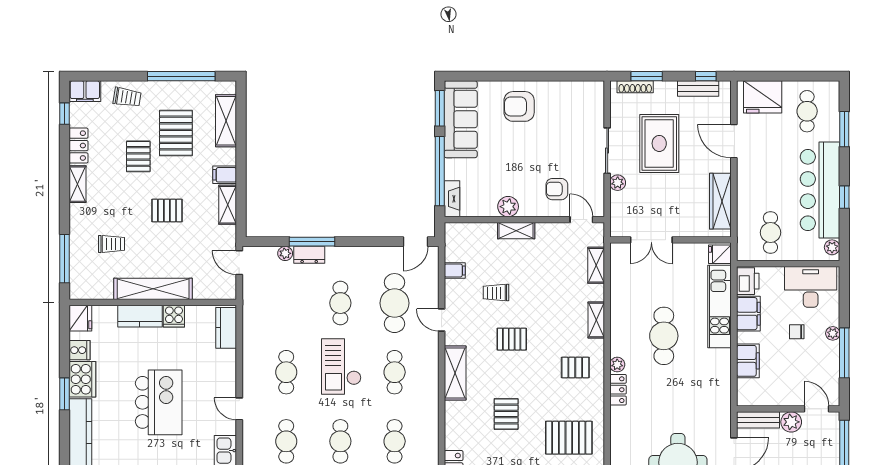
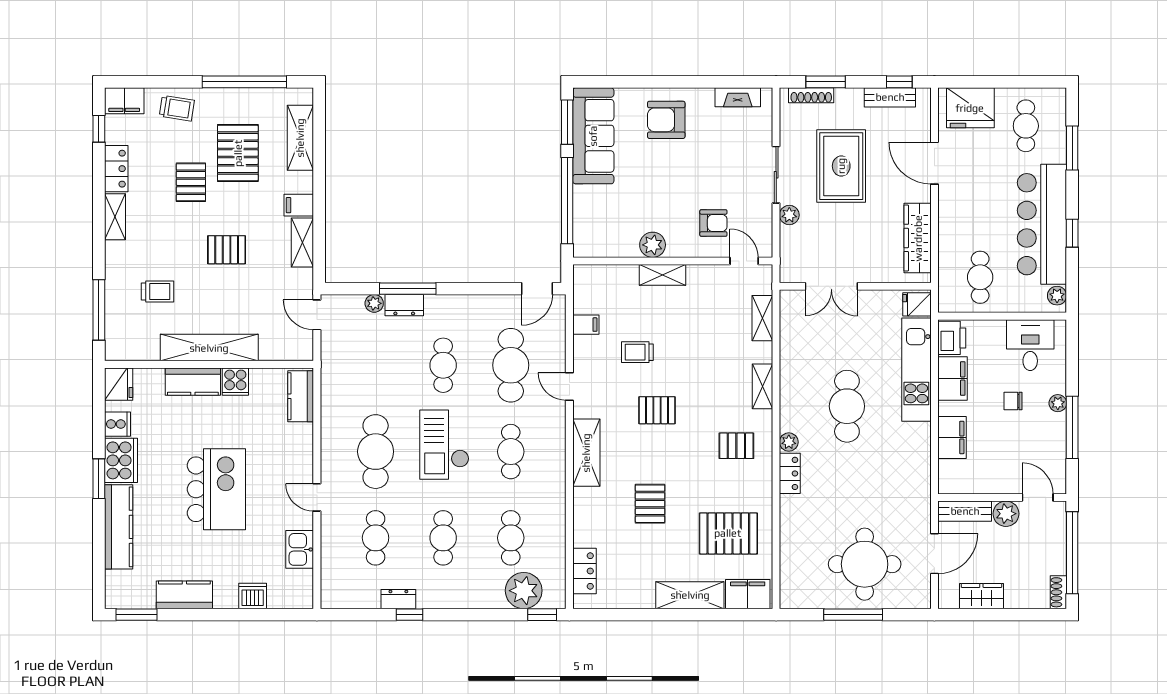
armchair: (557, 189) -> (713, 223), turned 180
fireplace: (452, 199) -> (738, 97), moved, turned 90
desk: (811, 287) -> (1030, 345), width x0.73
cafe table: (286, 372) -> (376, 452), width x1.37, depth x1.35

